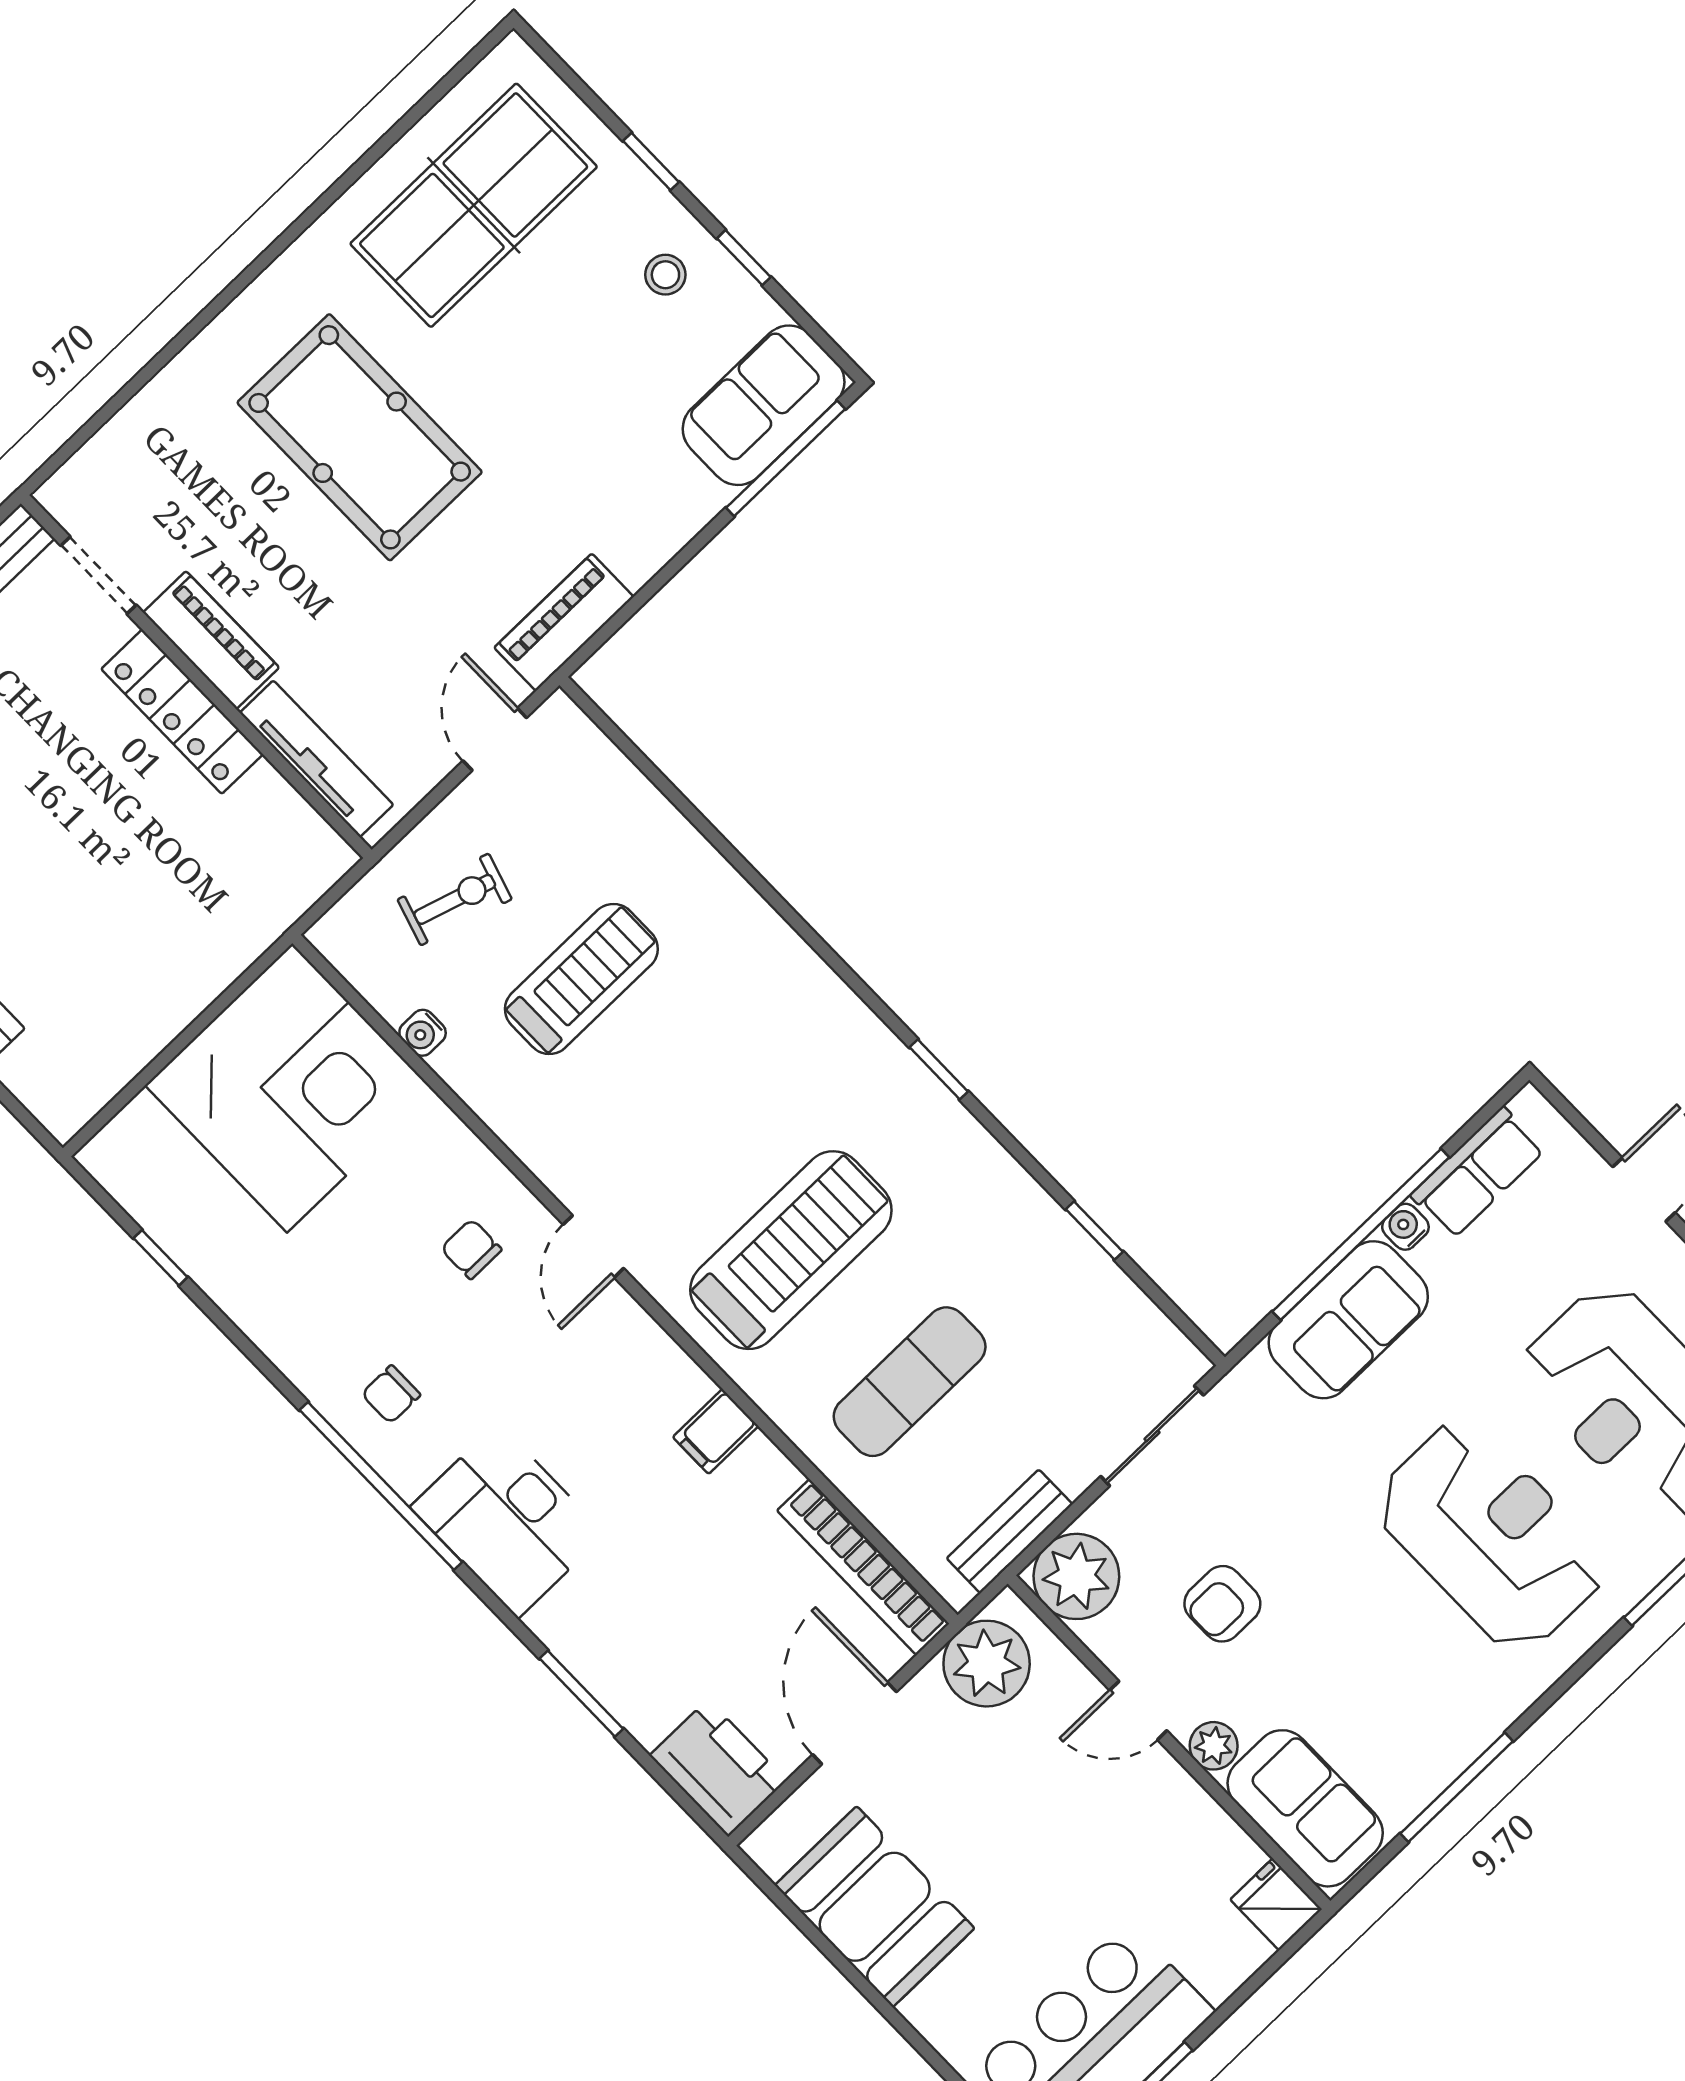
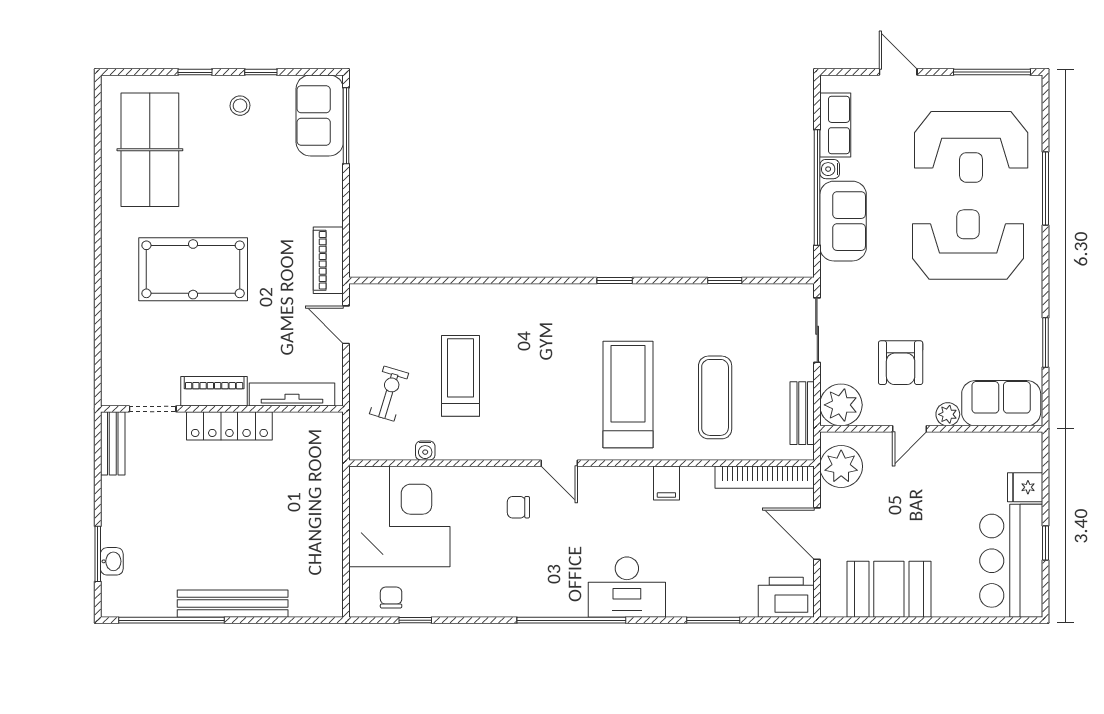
chair: (391, 1394) -> (391, 598), moved, turned 180
armchair: (1222, 1604) -> (901, 363), width x1.38, depth x1.38
window: (1457, 1787) -> (1045, 342), width x0.69
fridge: (1276, 1904) -> (1025, 487), moved

